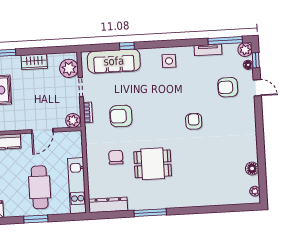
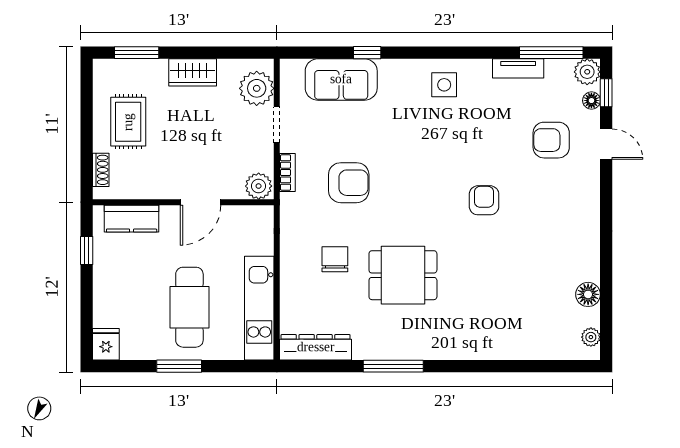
sofa: (114, 61) -> (341, 79), width x0.73
armchair: (121, 116) -> (349, 183), turned 180

